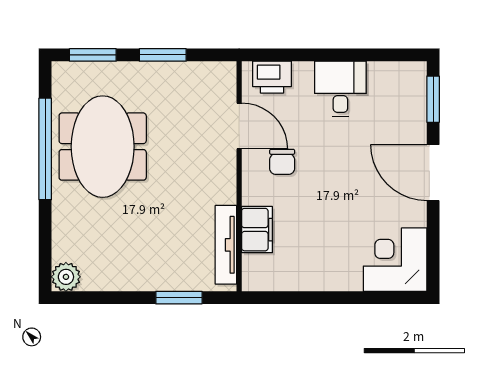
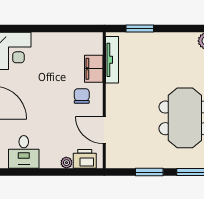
plant: (303, 71) -> (66, 163), added
desk: (340, 89) -> (24, 152), moved
chair: (282, 162) -> (82, 96), moved

